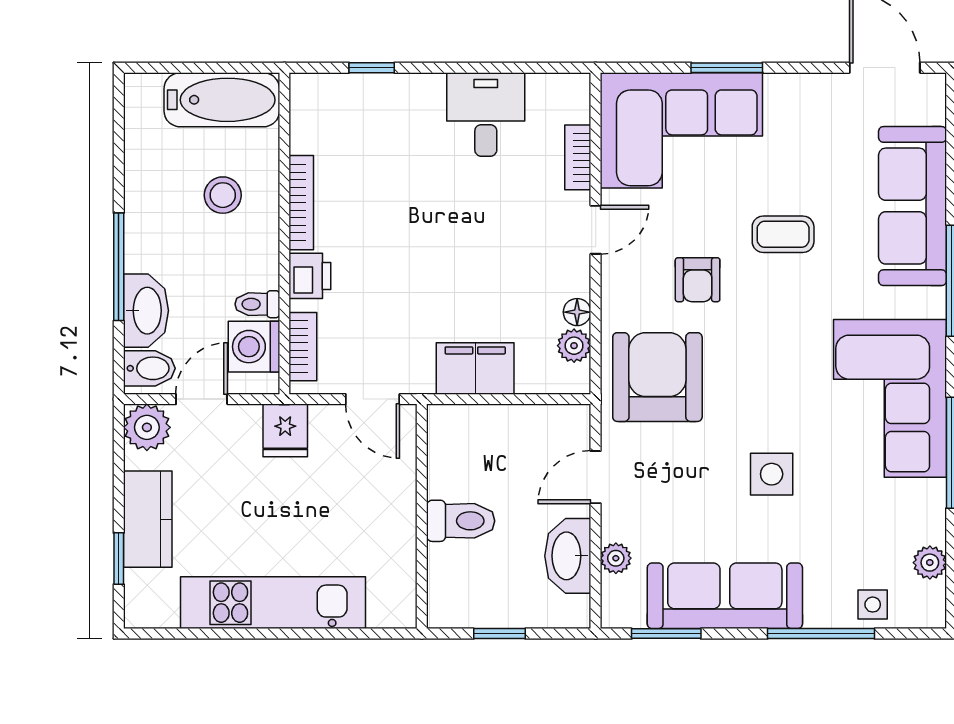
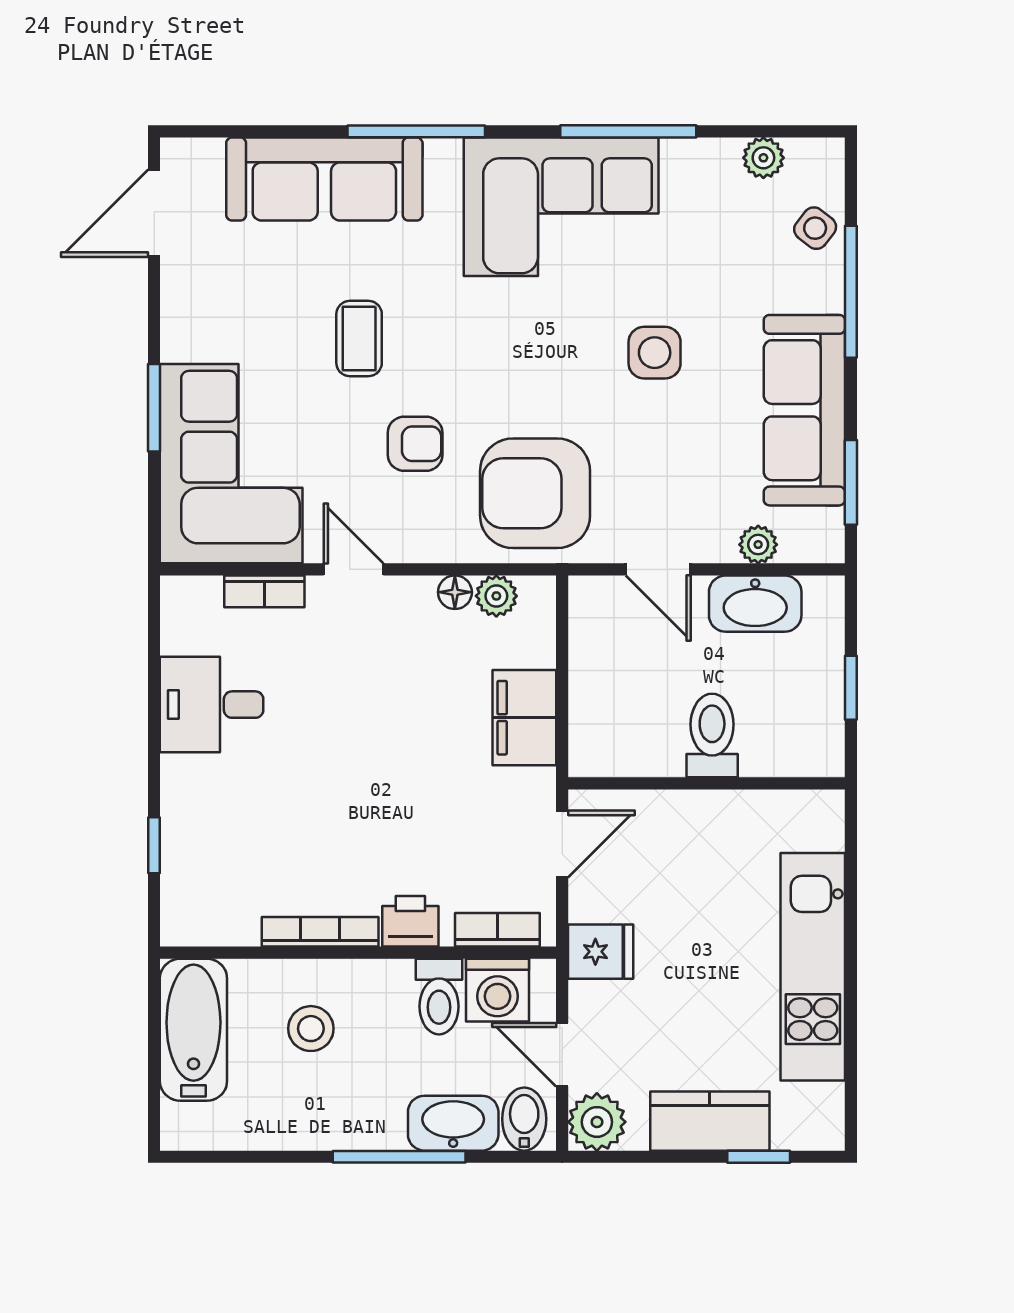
toilet: (257, 304) -> (439, 997), width x1.37, depth x1.39
side table: (873, 605) -> (815, 228), turned 38

